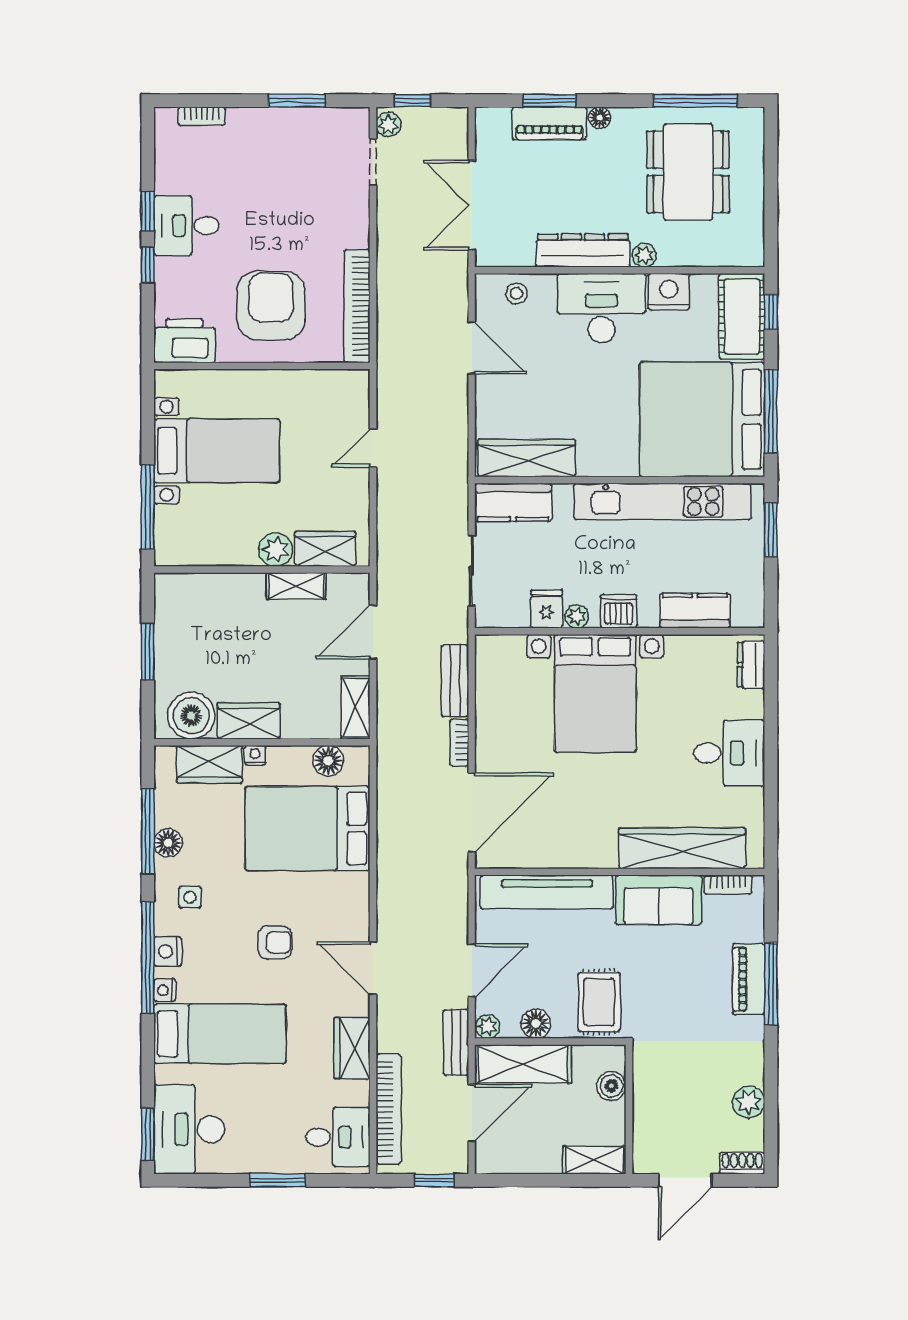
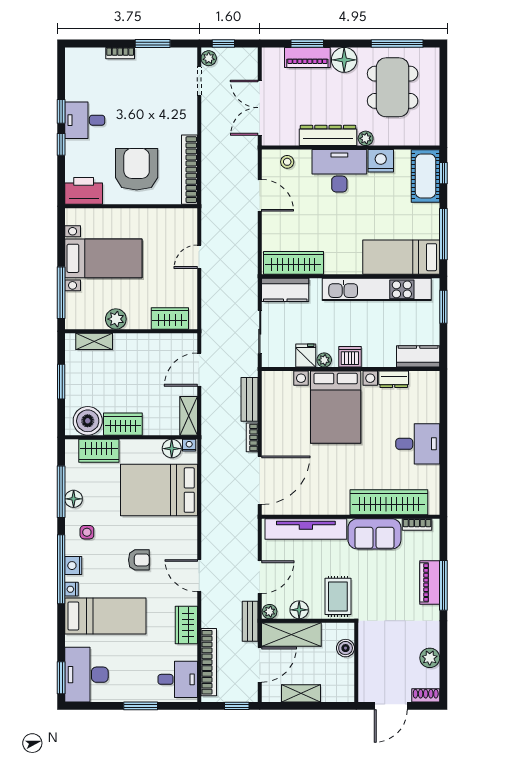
bookcase: (202, 116) -> (120, 53), moved
floor lamp: (600, 118) -> (344, 60), width x1.89, depth x1.89
bed: (702, 419) -> (401, 257), width x0.49
plant: (276, 550) -> (116, 319), moved
shelving: (296, 586) -> (94, 341), moved
kitchen counter: (695, 611) -> (418, 356), moved
dresser: (751, 665) -> (394, 379), moved, turned -90
nightstand: (255, 755) -> (189, 445), moved
shelving: (594, 1160) -> (301, 693), moved

